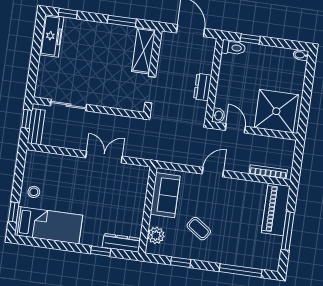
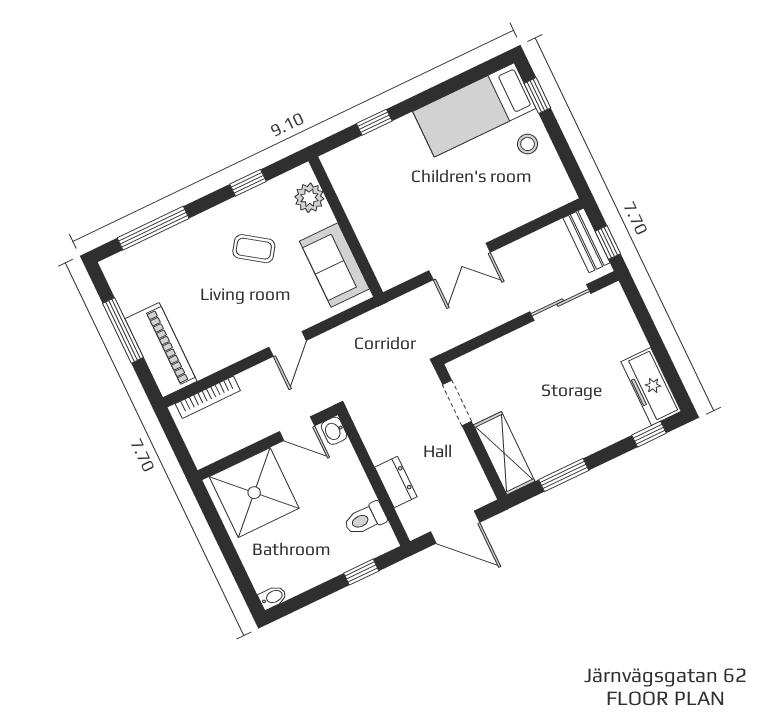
toilet: (233, 48) -> (365, 519), moved
dresser: (203, 87) -> (396, 482), moved
dresser: (121, 243) -> (352, 154), removed

